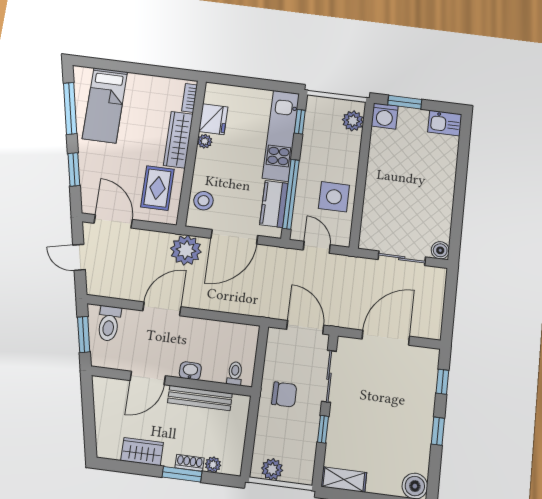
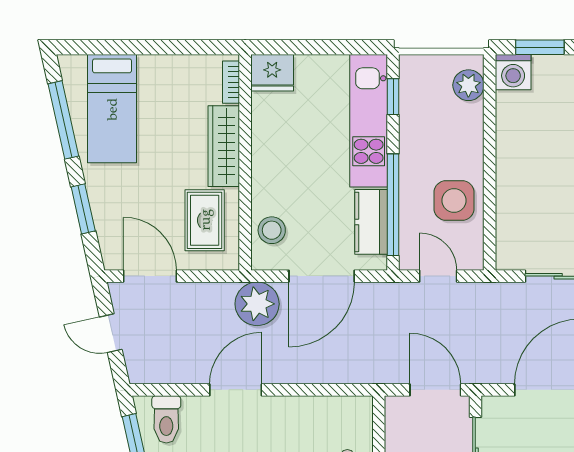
fridge: (213, 119) -> (272, 73), moved, turned 90
plant: (205, 141) -> (262, 143), removed

